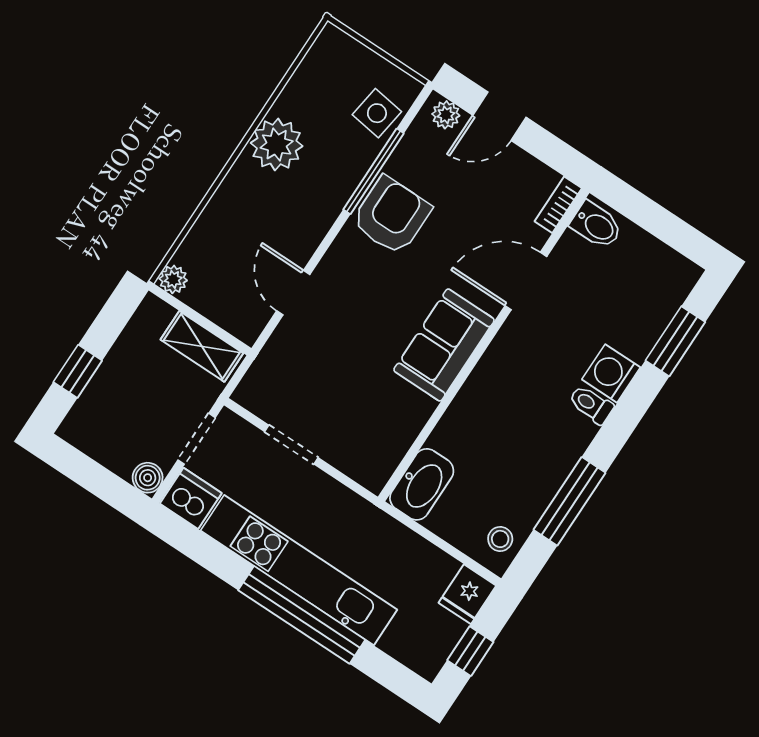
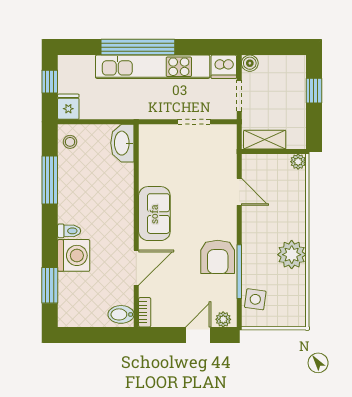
washing machine: (611, 373) -> (74, 255), width x1.37, depth x1.37

